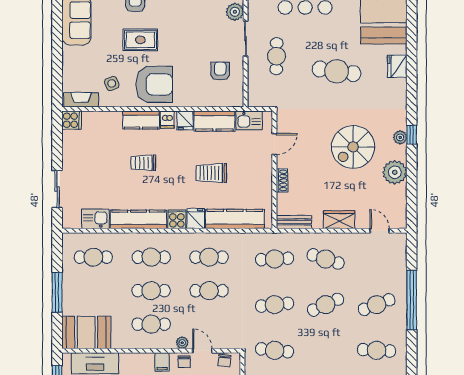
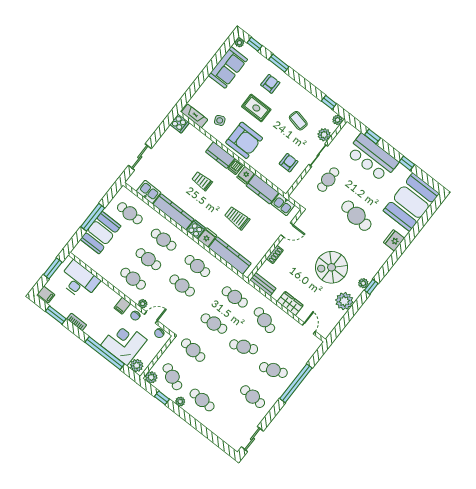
coffee table: (196, 18) -> (298, 121), added
booth: (86, 332) -> (101, 233), moved, turned 90
door: (202, 351) -> (151, 317), hinge flipped

